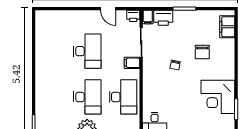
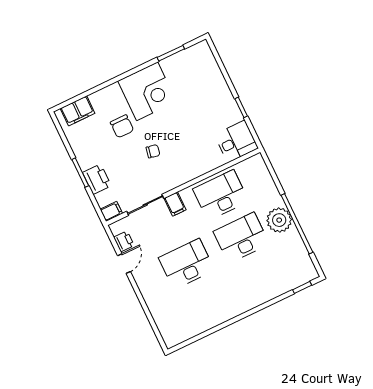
printer: (133, 16) -> (124, 241), moved
printer: (163, 18) -> (97, 179), moved
chair: (202, 52) -> (122, 126), turned 90
corner desk: (218, 97) -> (147, 91), moved

